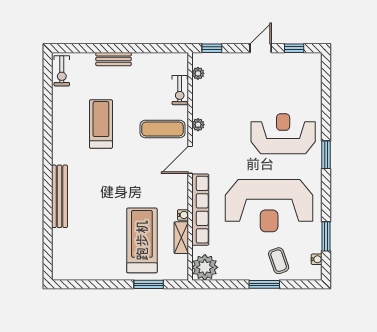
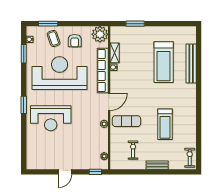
window: (294, 48) -> (44, 172), removed
exercise bike: (180, 90) -> (133, 150), moved
bench: (60, 196) -> (191, 63), moved
treadmill: (142, 240) -> (164, 62), moved
armchair: (245, 257) -> (75, 41), added
window: (264, 284) -> (48, 24), moved

